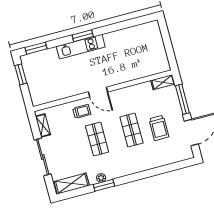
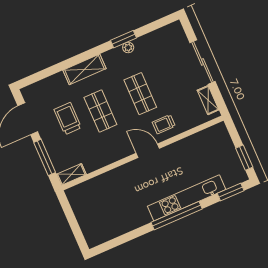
window: (83, 36) -> (177, 216), width x2.11
kitchen unit: (81, 47) -> (187, 198), width x1.36
shelving: (72, 184) -> (84, 69), moved

